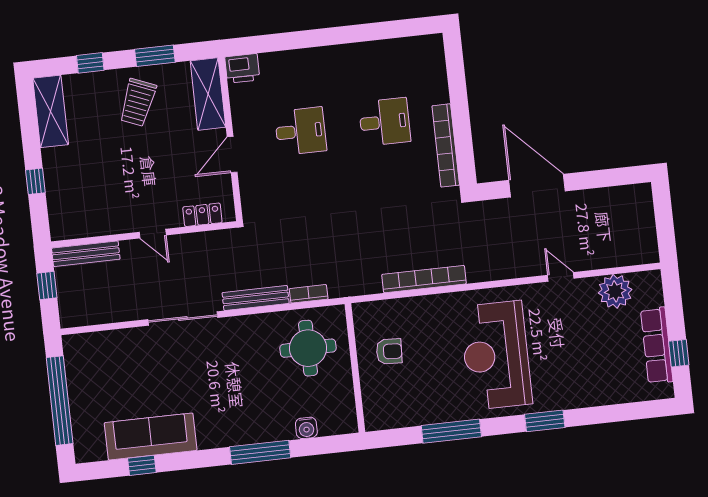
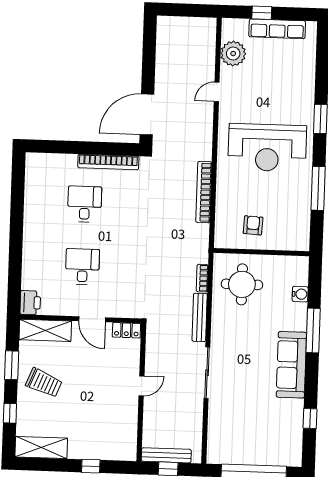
door: (537, 186) -> (147, 114), moved
locker: (202, 215) -> (126, 330), moved, turned -90
bench: (86, 254) -> (166, 455), moved, turned 90
window: (679, 353) -> (262, 13), moved
sofa: (151, 437) -> (291, 365), moved

